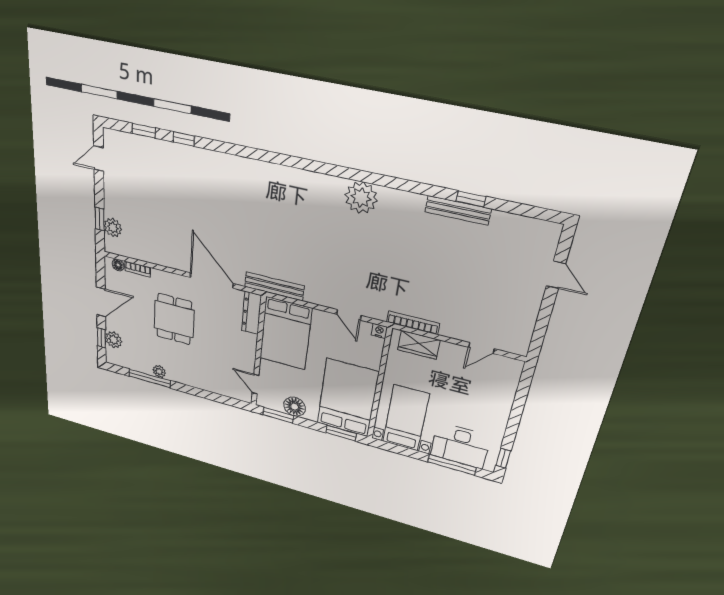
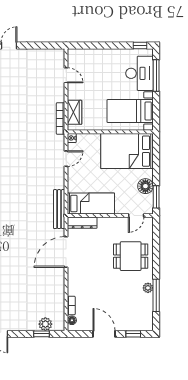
dining table: (174, 319) -> (131, 256), moved
bed: (285, 333) -> (91, 203), width x0.67
plant: (114, 340) -> (132, 324), removed
window: (341, 433) -> (156, 152), removed

